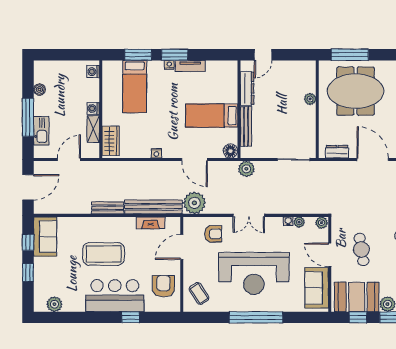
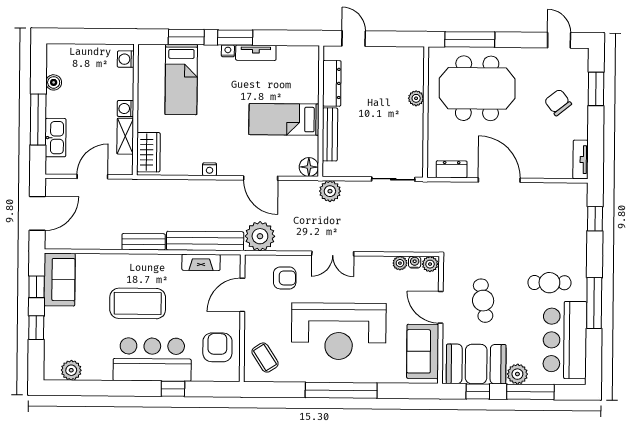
door: (263, 55) -> (354, 38), swing flipped
water cooler: (288, 221) -> (415, 262), moved

